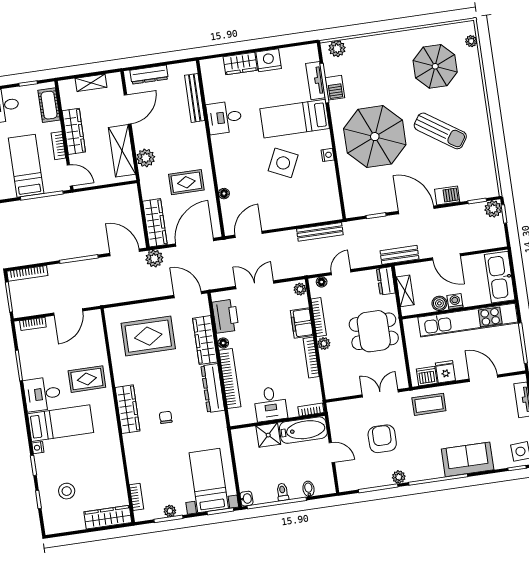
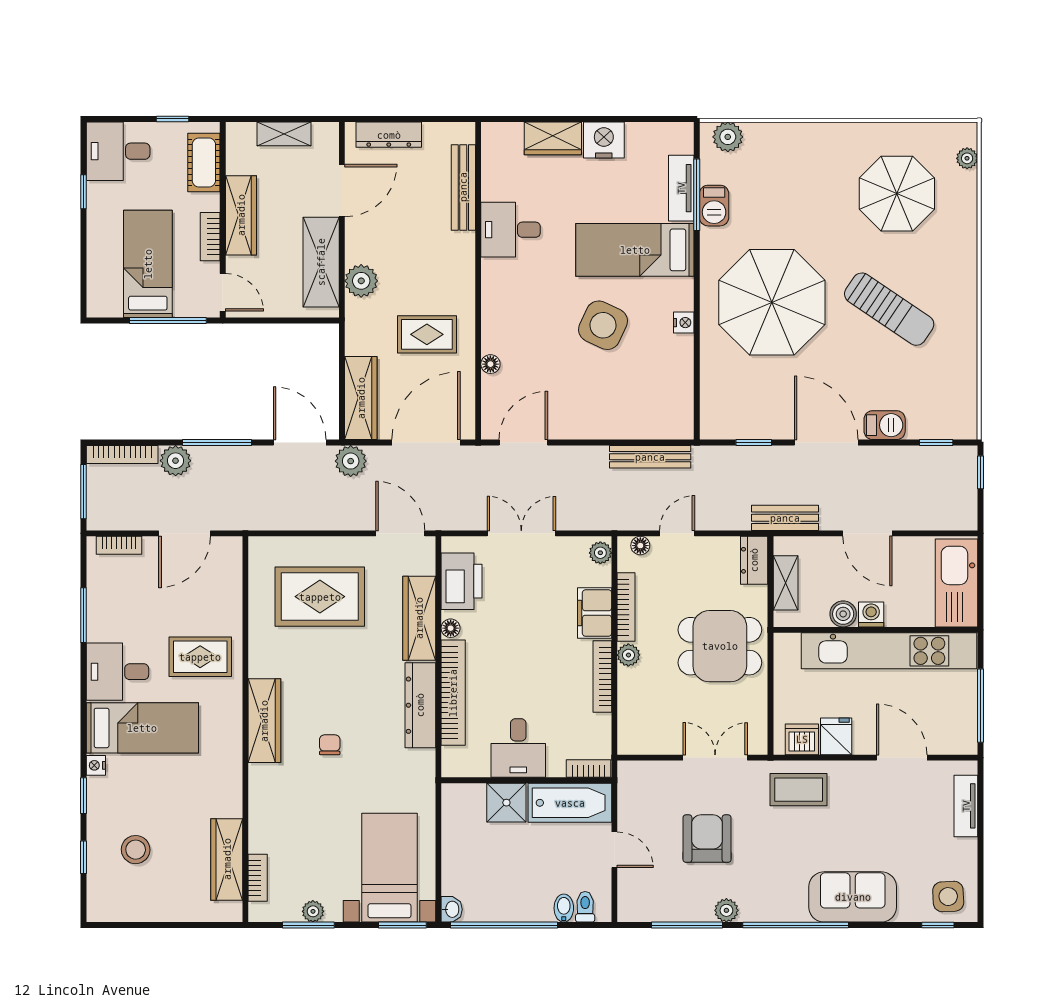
plant: (493, 209) -> (176, 461), moved
toilet: (283, 492) -> (585, 907), moved
wardrobe: (108, 517) -> (227, 859), moved, turned -90

